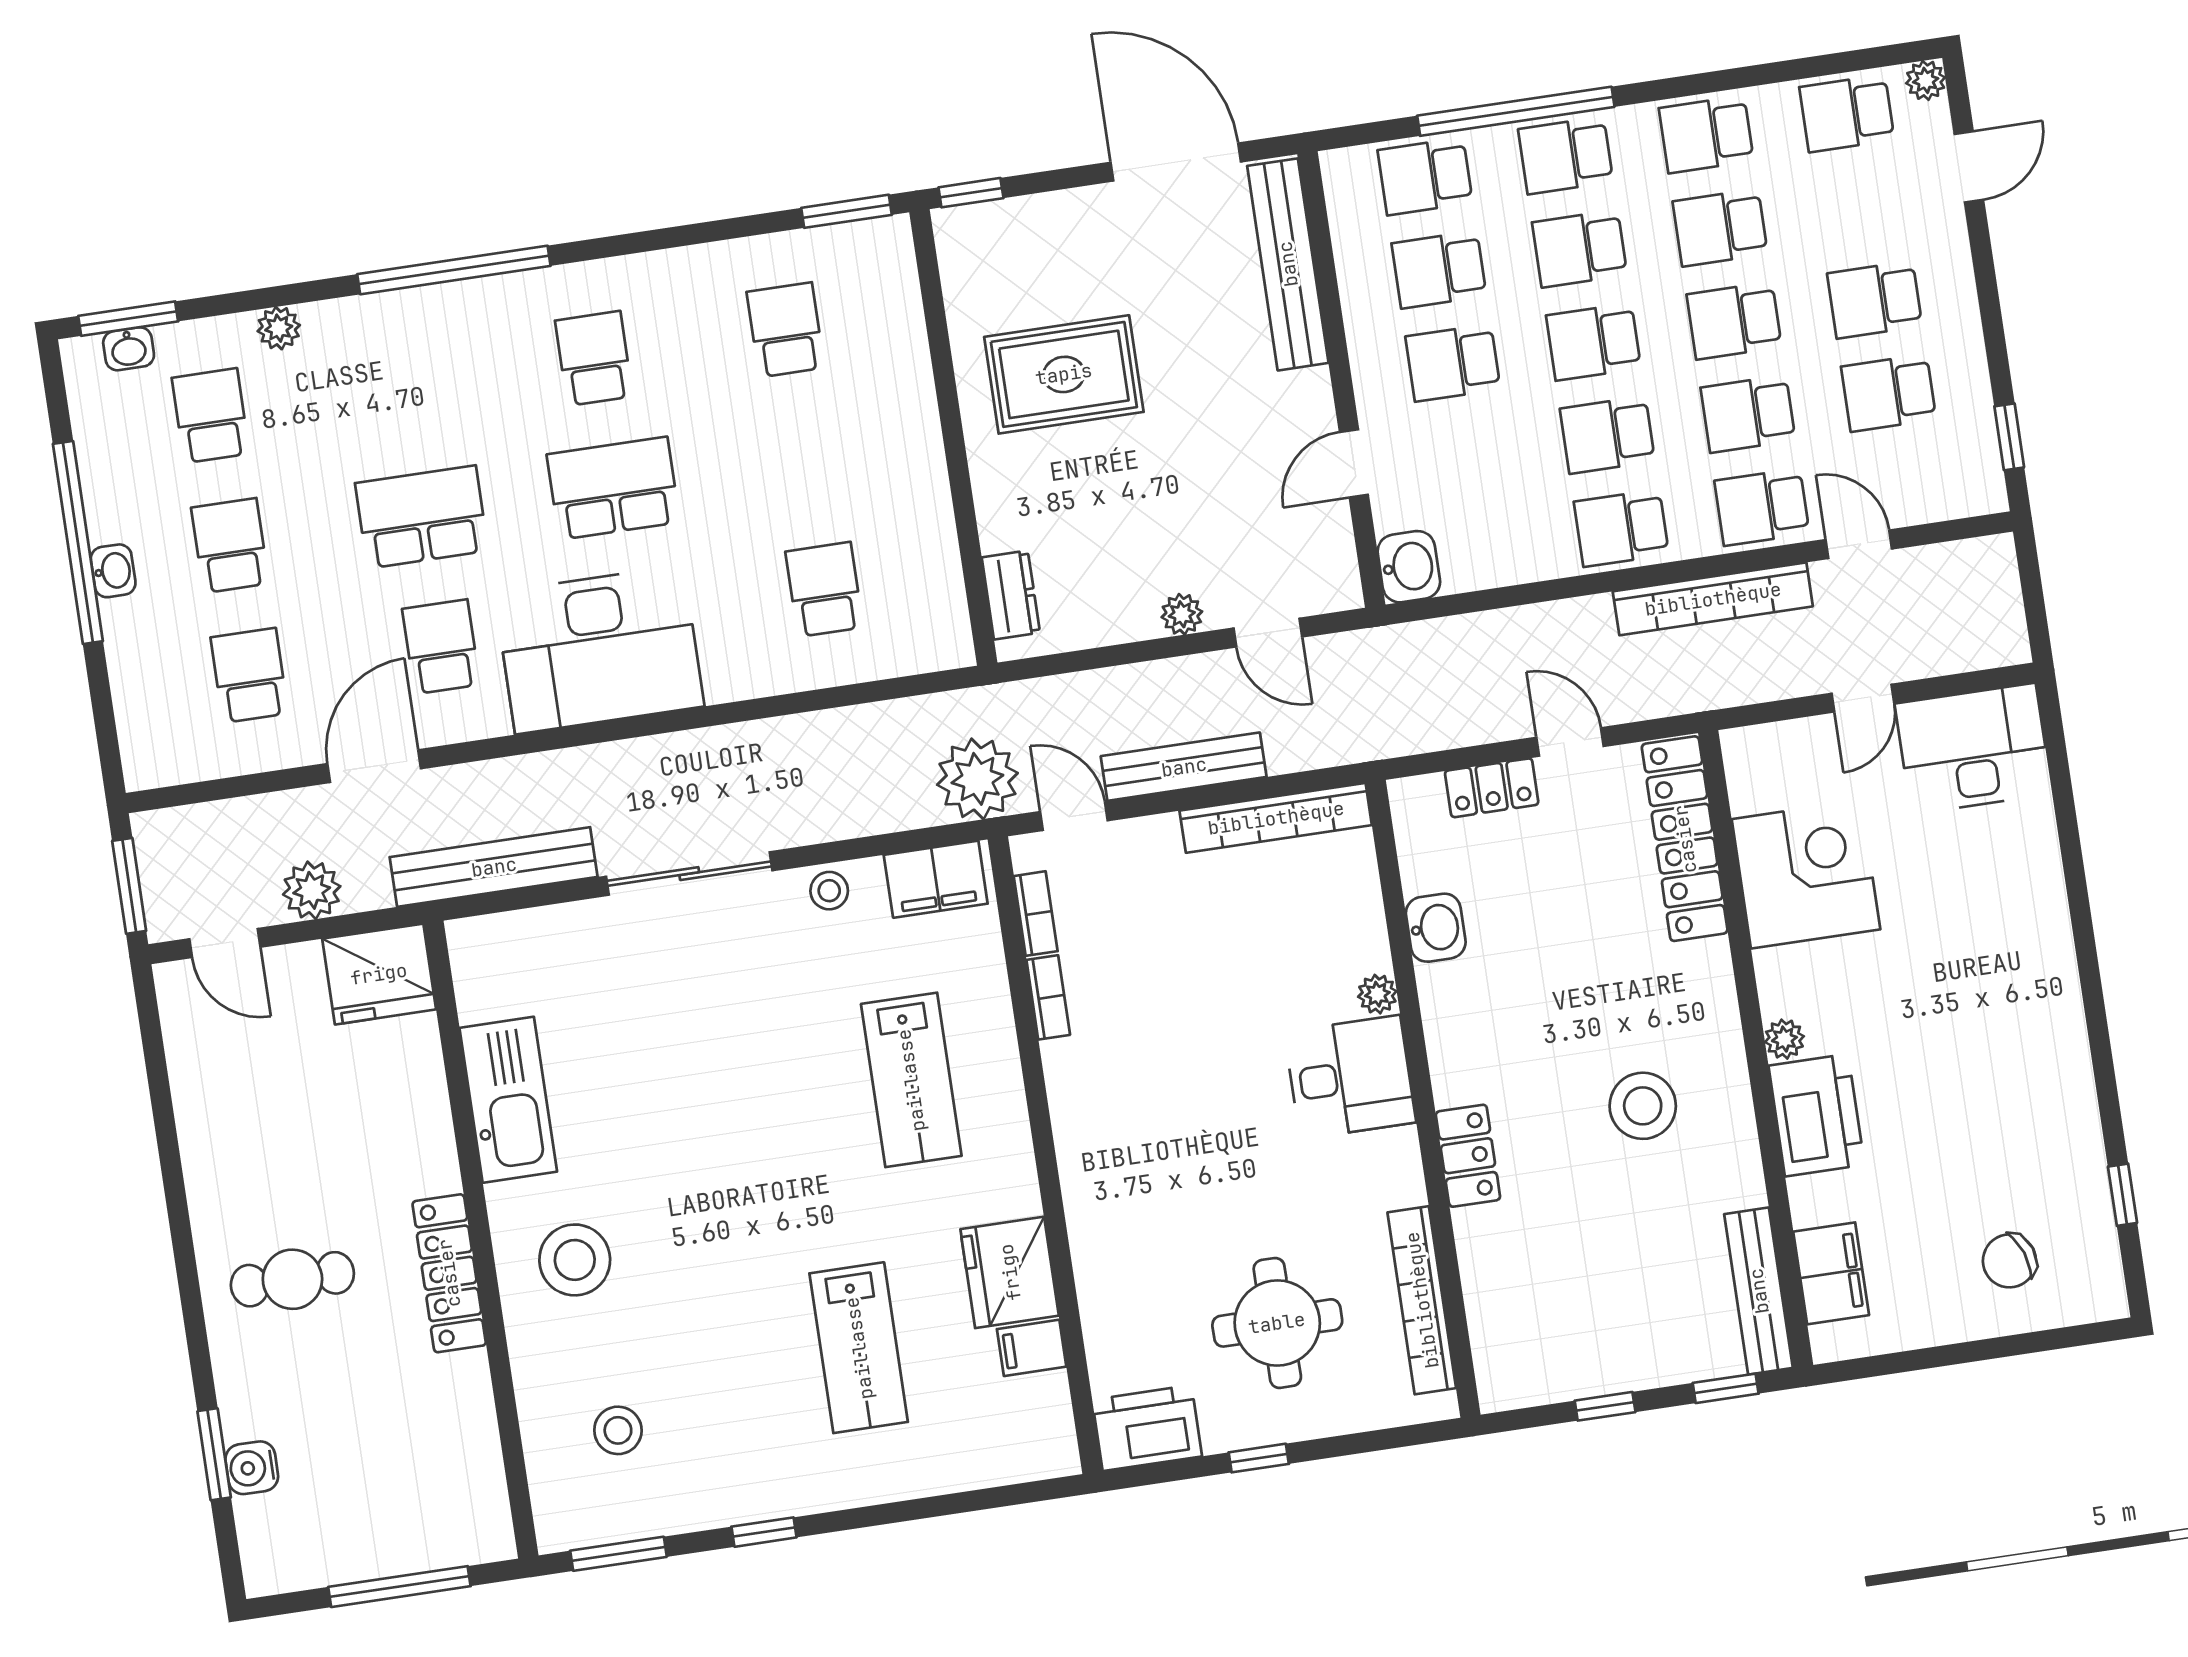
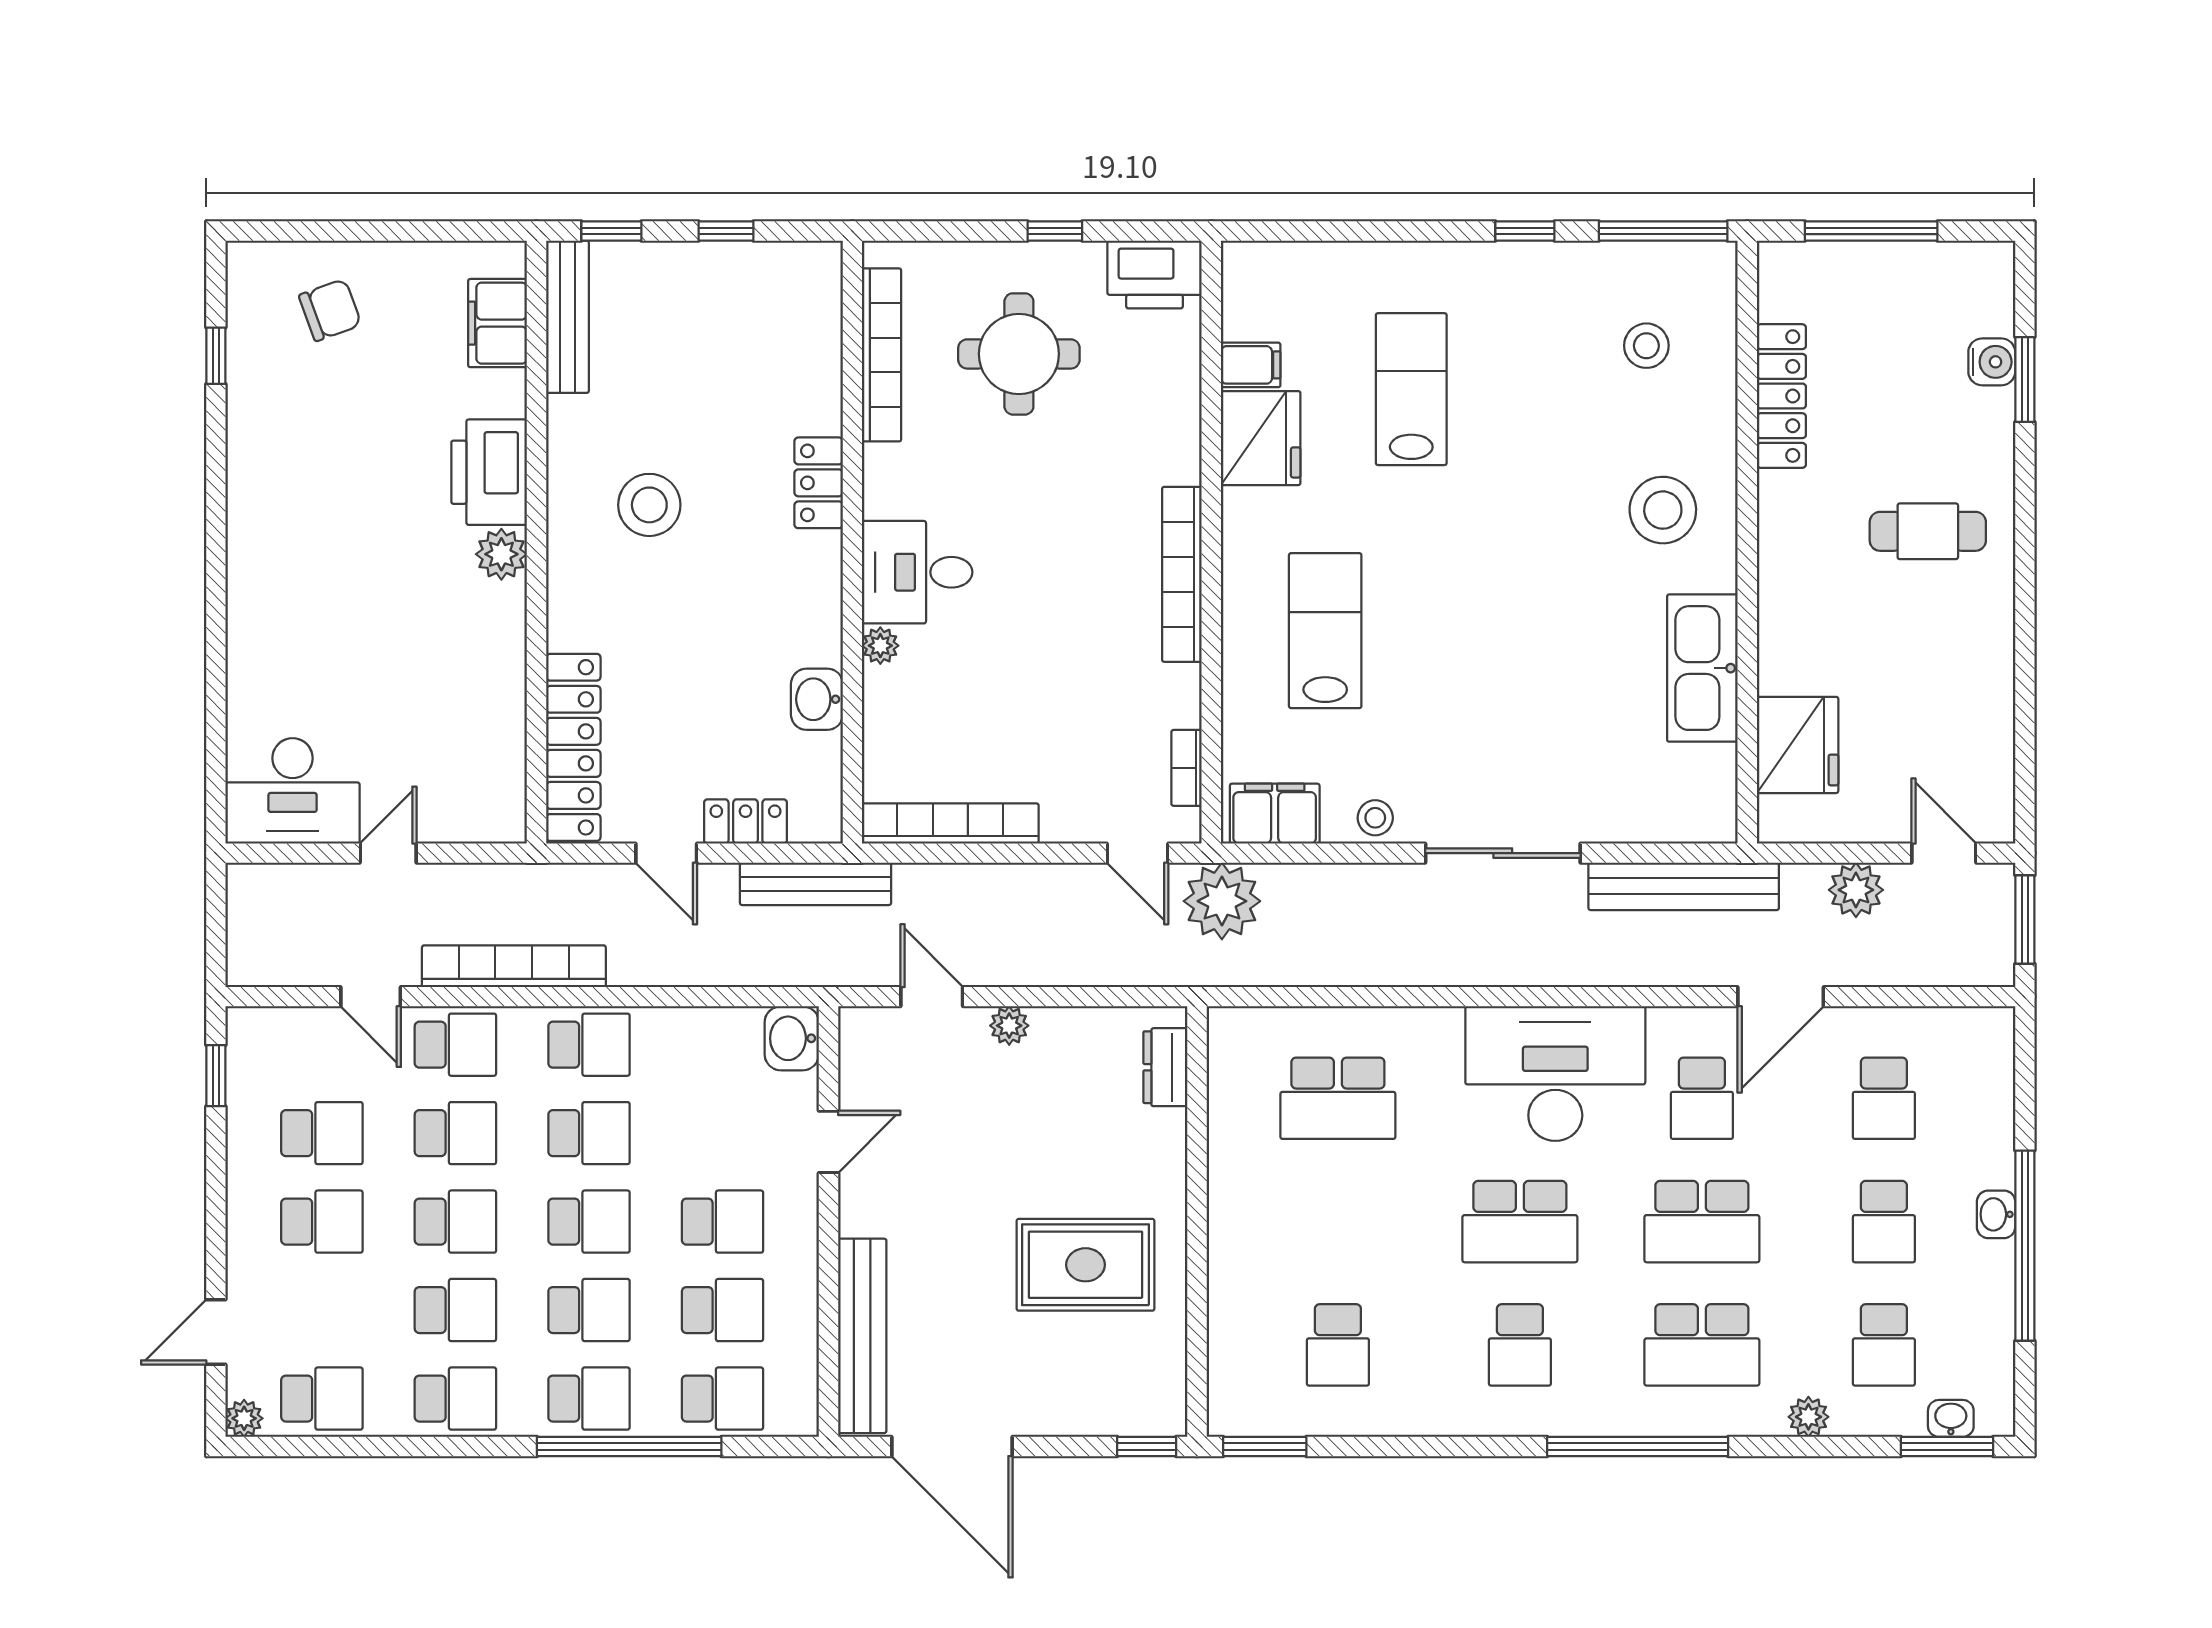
school desk: (402, 387) -> (1702, 1345), added
school desk: (824, 589) -> (1338, 1098), width x1.85
bench: (1184, 767) -> (816, 884), moved
corner desk: (1806, 874) -> (465, 697), removed
fridge: (379, 974) -> (1798, 745), moved, turned 90
bookcase: (1048, 997) -> (1182, 574), moved, width x2.31, depth x1.31
plant: (1784, 1039) -> (501, 554), width x1.38, depth x1.38
locker: (449, 1273) -> (1781, 396), moved
window: (618, 1554) -> (1663, 231), width x1.44

